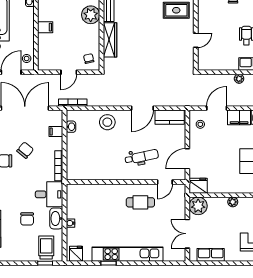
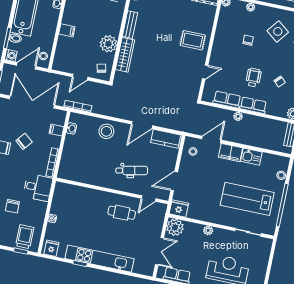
plant: (91, 15) -> (108, 44), moved
row of seats: (224, 64) -> (227, 100), added
washbasin: (56, 218) -> (40, 211), removed
double door: (187, 234) -> (160, 251), swing flipped

